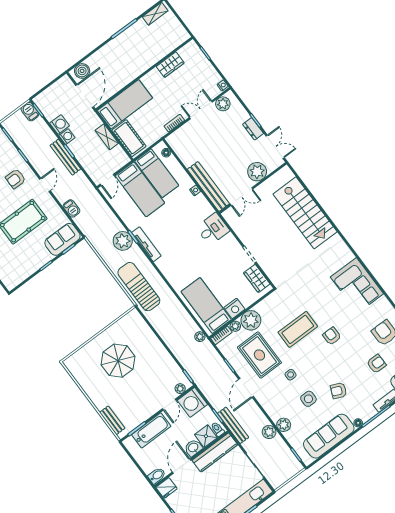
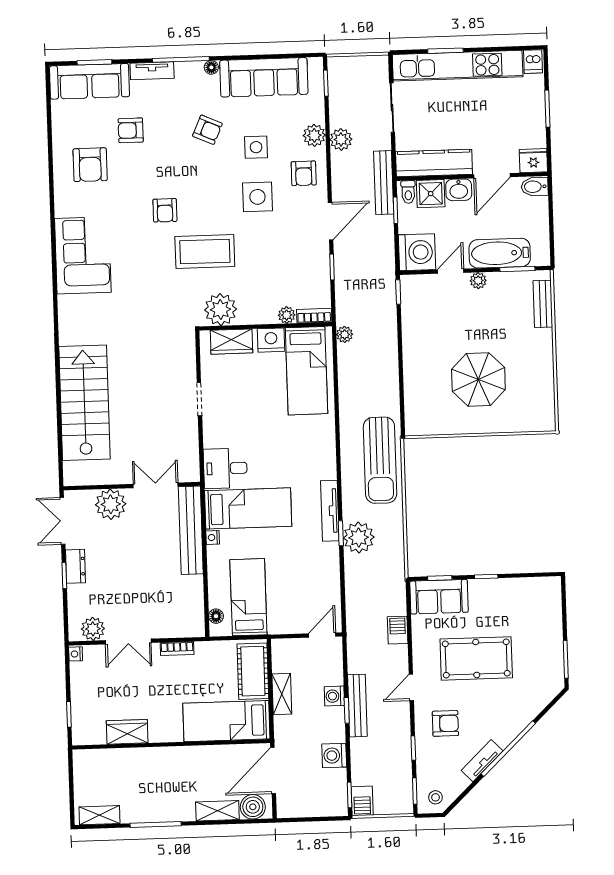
shelving: (98, 57) -> (217, 811), added
washing machine: (67, 137) -> (334, 696), moved
bed: (140, 189) -> (248, 508), moved, turned 90
wardrobe: (257, 278) -> (231, 342), moved, turned 90
plant: (251, 320) -> (221, 310), moved
rug: (259, 355) -> (281, 253), removed
side table: (291, 375) -> (257, 197), width x1.87, depth x1.87
plant: (180, 389) -> (478, 281), moved
armchair: (276, 402) -> (304, 173), added

